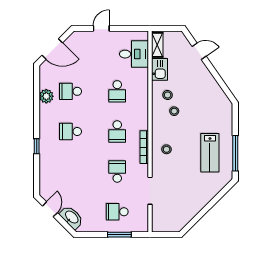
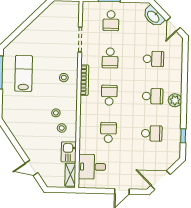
door: (52, 49) -> (161, 180), moved
plant: (46, 96) -> (175, 100), moved
window: (37, 146) -> (183, 136), moved
school desk: (70, 172) -> (153, 59), added
school desk: (117, 212) -> (111, 21), turned 90

